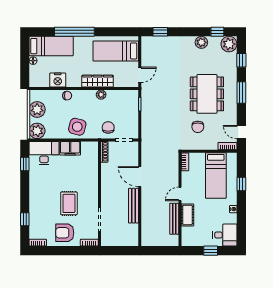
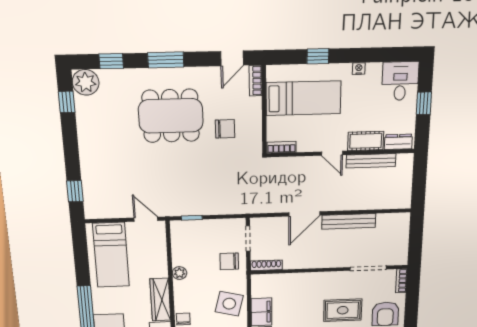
plant: (201, 42) -> (87, 127), removed
wardrobe: (98, 81) -> (160, 300), moved
dresser: (186, 236) -> (398, 142), added

